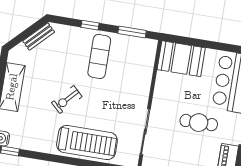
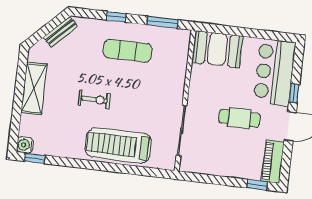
exercise mat: (99, 57) -> (128, 51), turned 90
exercise bike: (67, 100) -> (94, 99), turned -133
treadmill: (87, 143) -> (118, 145), turned 180

